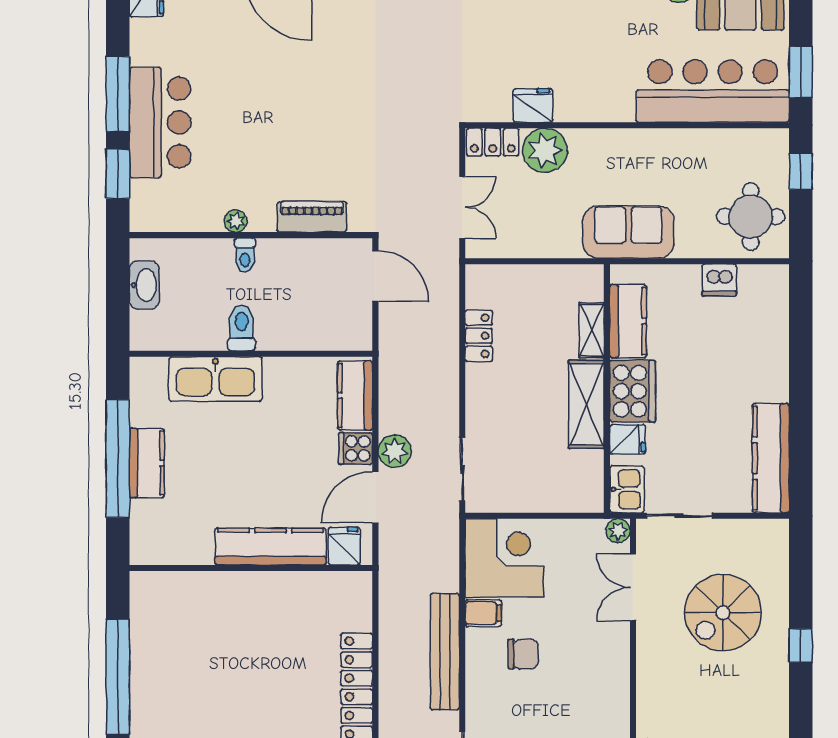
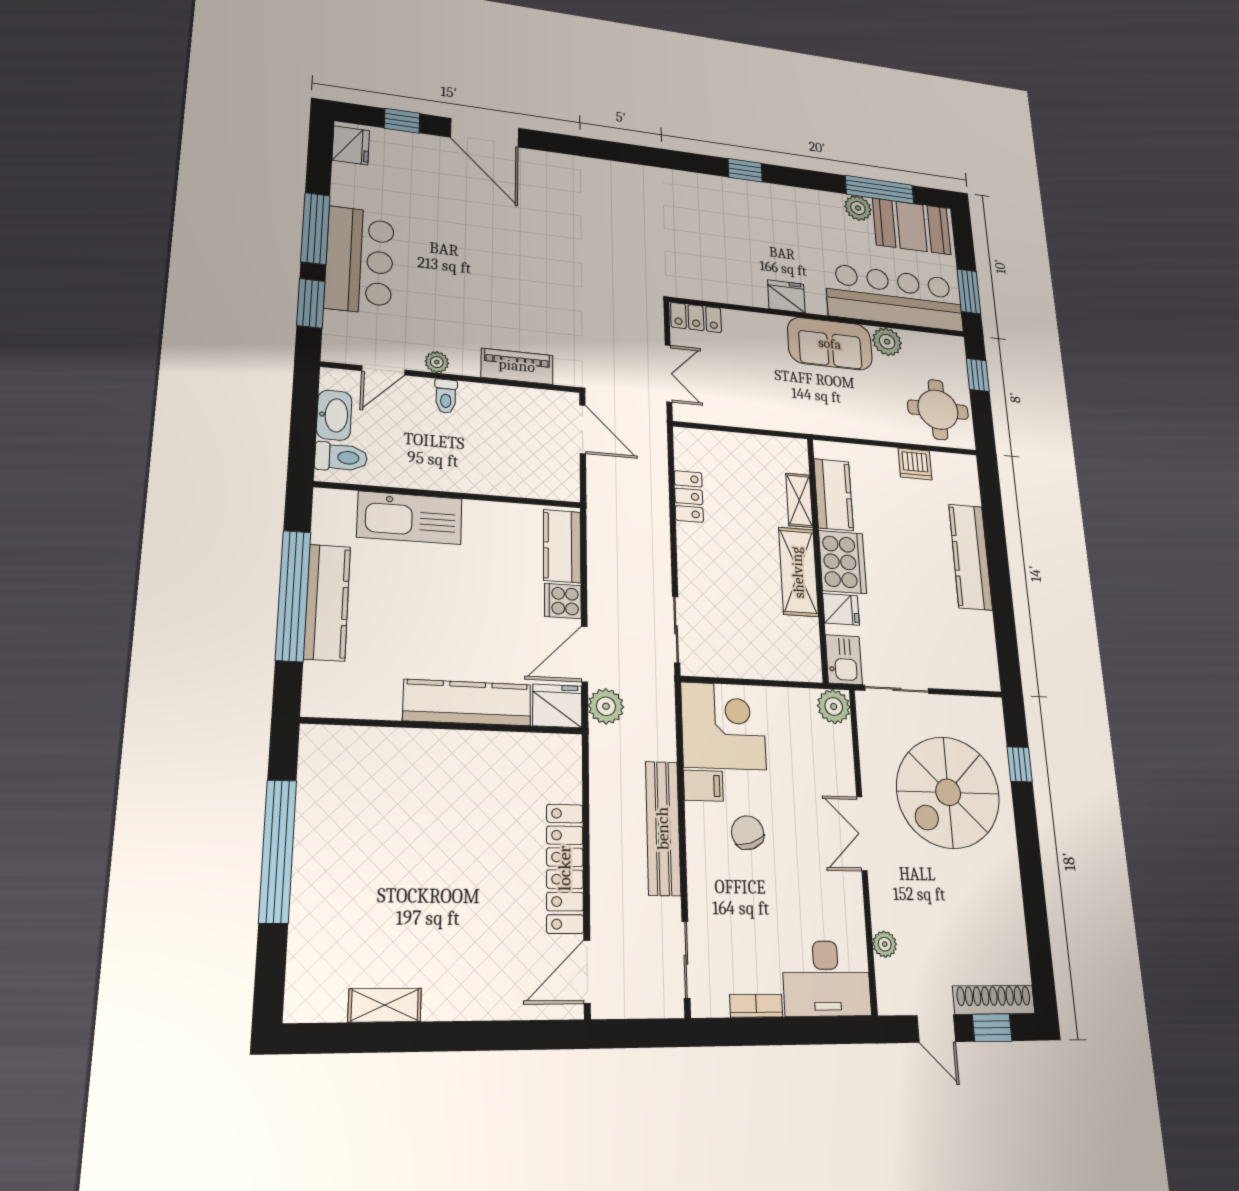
fridge: (533, 105) -> (786, 296), moved
plant: (545, 150) -> (887, 342), moved, width x0.73, depth x0.73
sofa: (628, 232) -> (830, 344), moved, turned 180
door: (187, 235) -> (383, 370), added
toilet: (242, 328) -> (341, 457), moved, turned 90
plant: (395, 451) -> (606, 706), moved
kitchen counter: (771, 458) -> (971, 557), moved
kitchen counter: (147, 463) -> (327, 602), width x1.50
plant: (618, 531) -> (834, 706), width x1.38, depth x1.38
fridge: (344, 546) -> (557, 706), width x1.38
double door: (633, 587) -> (862, 834), moved
spiral stairs: (723, 613) -> (948, 792), width x1.37, depth x1.37
window: (801, 646) -> (1020, 764), moved
chair: (523, 654) -> (748, 833), turned -108

